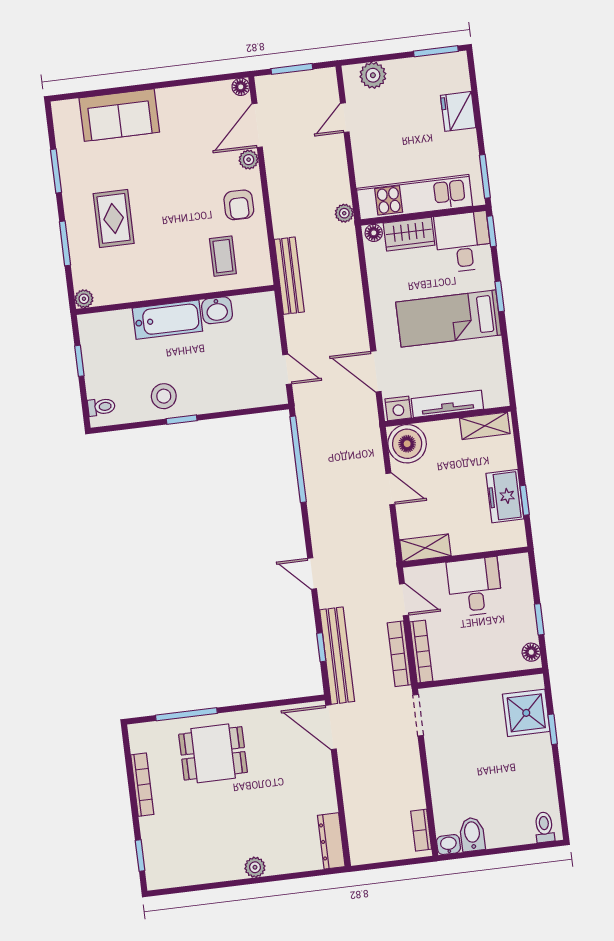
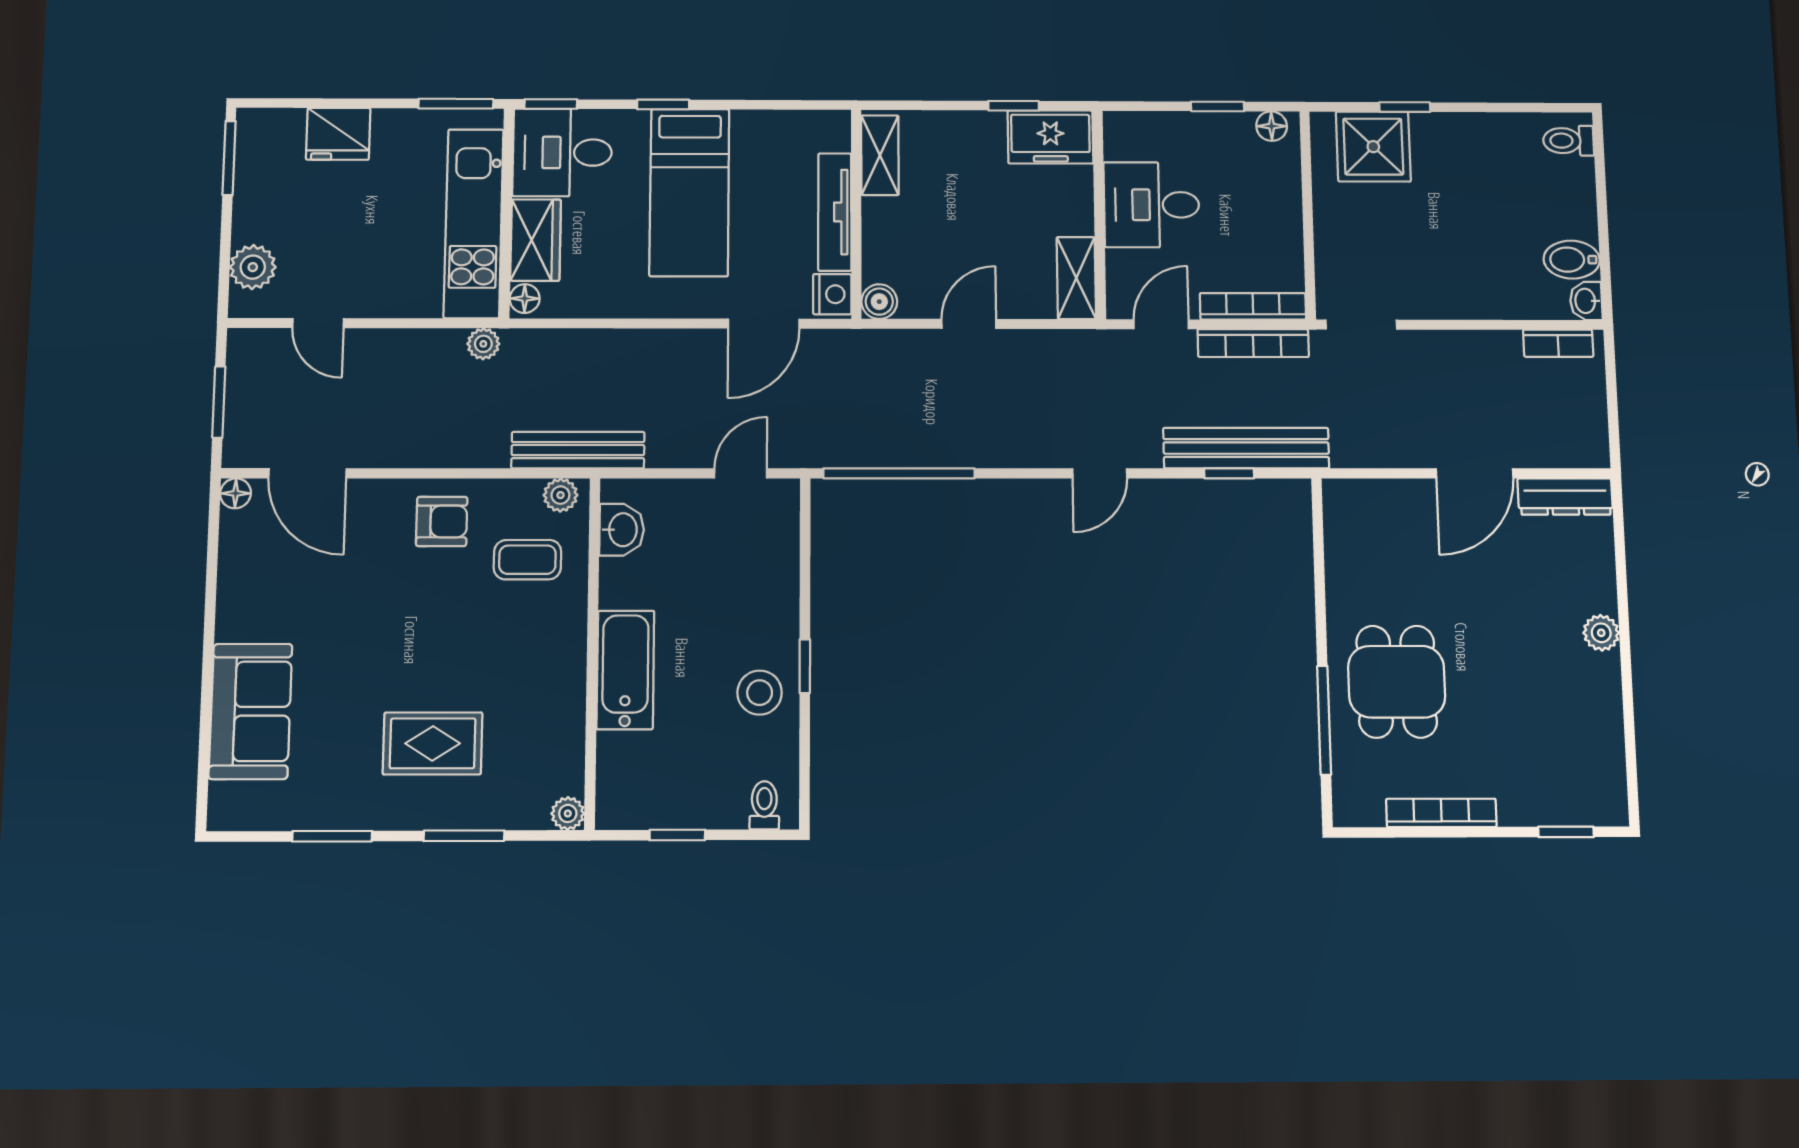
plant: (249, 160) -> (560, 495), moved
washbasin: (217, 310) -> (622, 530), moved
boiler: (407, 444) -> (879, 302), width x0.54, depth x0.54
freezer: (505, 496) -> (1050, 137), moved
door: (331, 727) -> (1475, 473), moved

